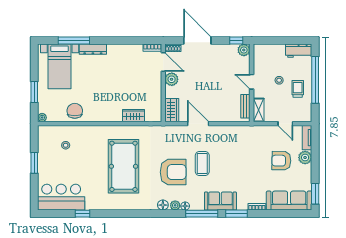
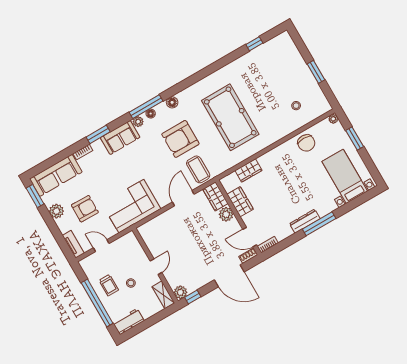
window: (74, 41) -> (319, 224), moved
dresser: (93, 49) -> (305, 221), moved
plant: (172, 79) -> (226, 214), moved
door: (252, 82) -> (156, 267), hinge flipped
wardrobe: (154, 95) -> (240, 202), added
bench: (245, 106) -> (148, 240), removed
shelving: (259, 110) -> (163, 295), moved
door: (198, 124) -> (183, 198), swing flipped
corner sofa: (243, 141) -> (131, 206), added
plant: (305, 158) -> (56, 211), moved
coffee table: (202, 164) -> (198, 169), moved
bar counter: (61, 197) -> (272, 54), removed
plant: (175, 205) -> (138, 122), moved
window: (82, 214) -> (254, 44), moved
window: (202, 214) -> (146, 107), moved

